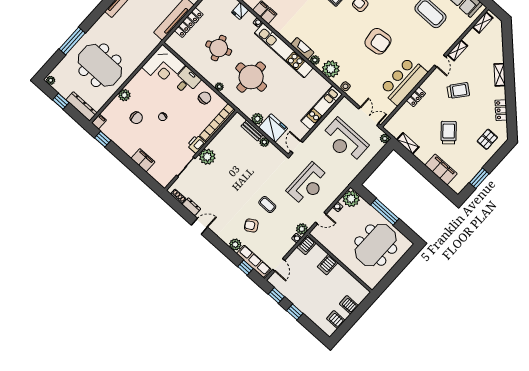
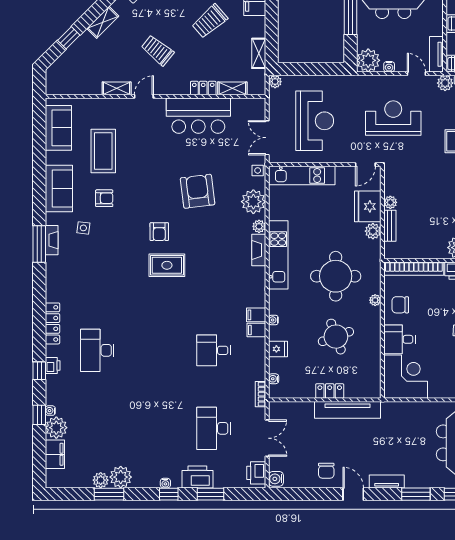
window: (96, 15) -> (416, 494), added
locker: (189, 23) -> (330, 391), width x0.66
shelving: (483, 23) -> (232, 88), moved
armchair: (378, 41) -> (198, 191), moved
window: (508, 49) -> (69, 38), added
kitchen unit: (284, 51) -> (278, 255), width x0.73
double door: (369, 116) -> (267, 138), moved
tv unit: (322, 238) -> (436, 54), added

